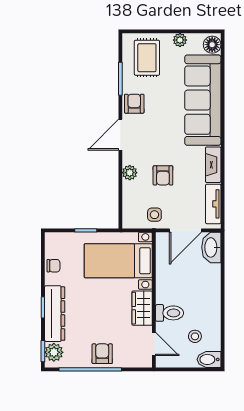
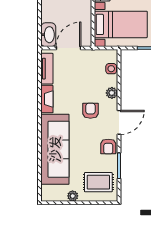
floor lamp: (212, 45) -> (48, 192), removed
rug: (147, 58) -> (98, 182), turned 90
armchair: (163, 175) -> (90, 111), moved
side table: (154, 215) -> (111, 69), moved

